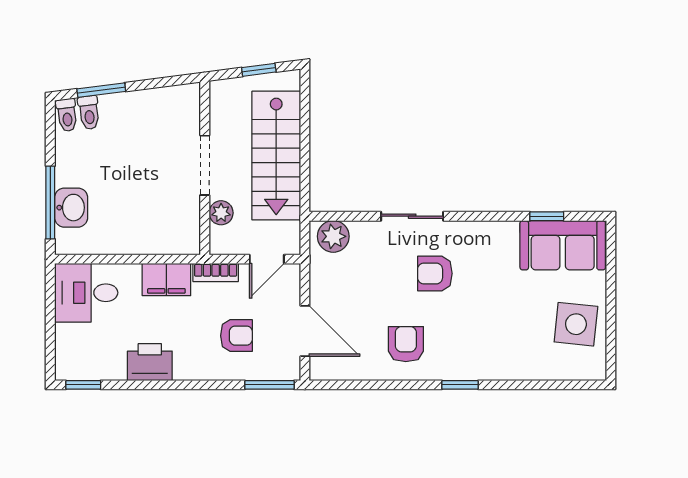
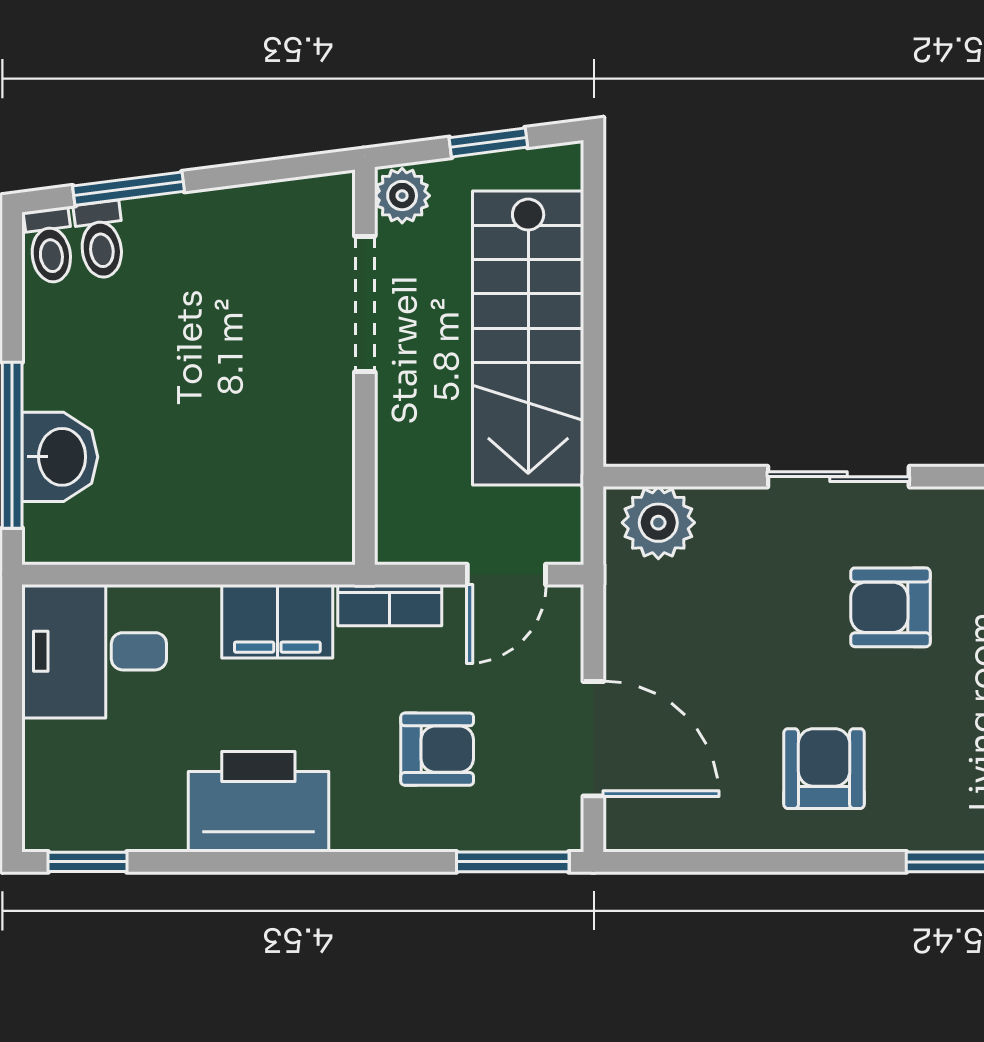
doorway: (205, 165) -> (365, 304), moved
plant: (221, 213) -> (402, 196), moved
printer: (150, 362) -> (258, 802), width x1.37, depth x1.19

